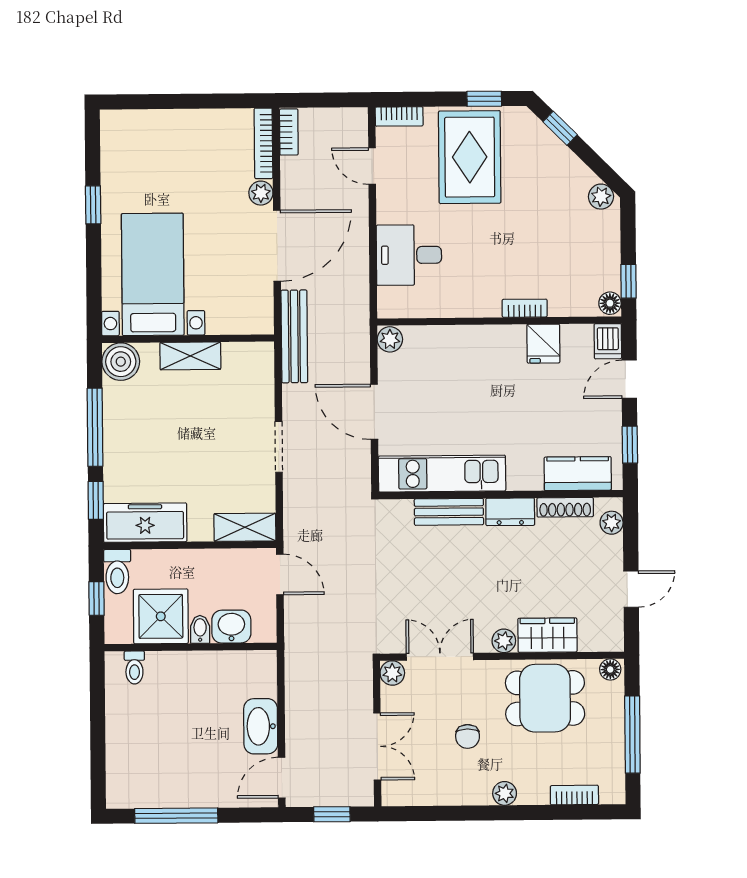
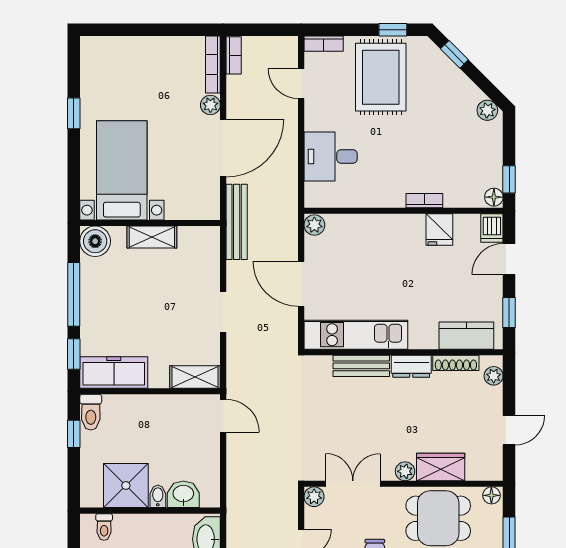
shower: (161, 616) -> (126, 485), moved
washbasin: (231, 627) -> (183, 494), moved
bidet: (200, 629) -> (158, 496), moved
wall: (191, 647) -> (150, 511), moved
toilet: (134, 668) -> (104, 527), moved

